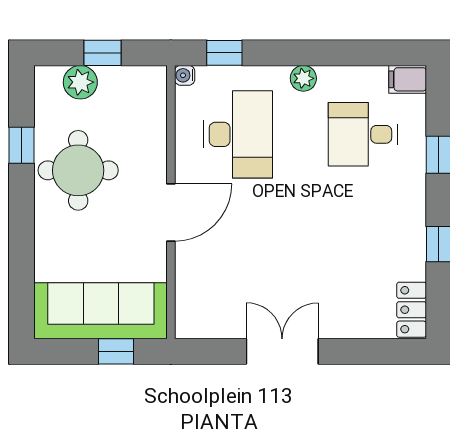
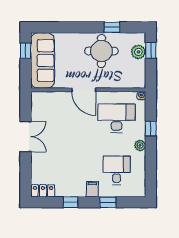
window: (102, 53) -> (151, 50), moved
window: (224, 53) -> (151, 129), moved
filing cabinet: (408, 79) -> (92, 189), moved
desk: (238, 134) -> (117, 118), turned 180
window: (116, 351) -> (26, 51), moved

